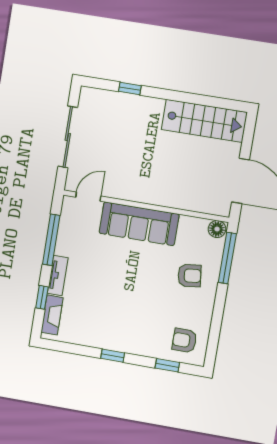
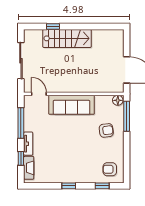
stairs: (204, 121) -> (67, 38), moved
door: (88, 197) -> (39, 94), hinge flipped

